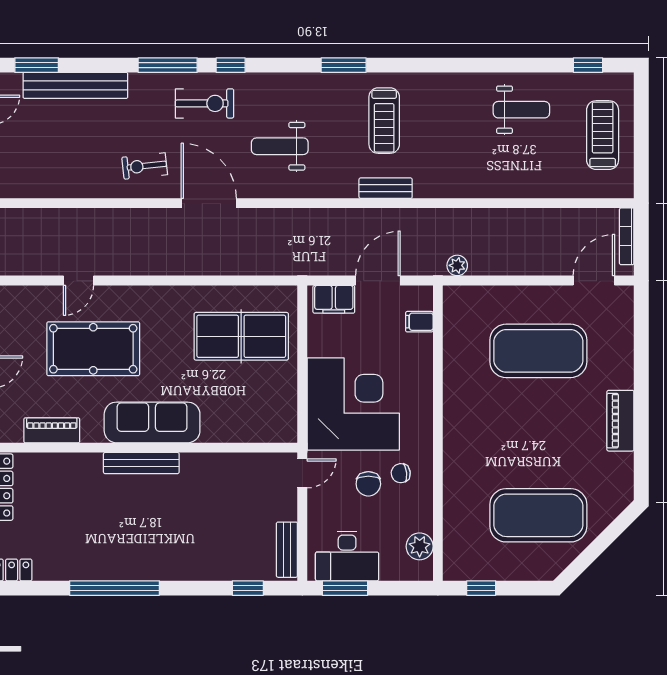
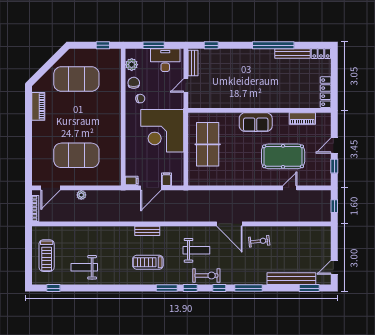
window: (293, 65) -> (190, 288), added
exercise bike: (205, 103) -> (206, 275), moved, turned 180
treadmill: (384, 121) -> (148, 262), turned -90
plant: (457, 265) -> (81, 195), moved
filing cabinet: (334, 299) -> (167, 179), width x0.50
filing cabinet: (419, 322) -> (132, 181), moved
table tennis table: (241, 336) -> (208, 144), moved, turned 90
piano: (620, 421) -> (38, 106), moved
sofa: (152, 422) -> (256, 122), width x0.73
bench: (141, 463) -> (292, 54), moved
door: (302, 473) -> (186, 85), moved
chair: (368, 484) -> (134, 83), moved
window: (345, 588) -> (154, 45), moved

